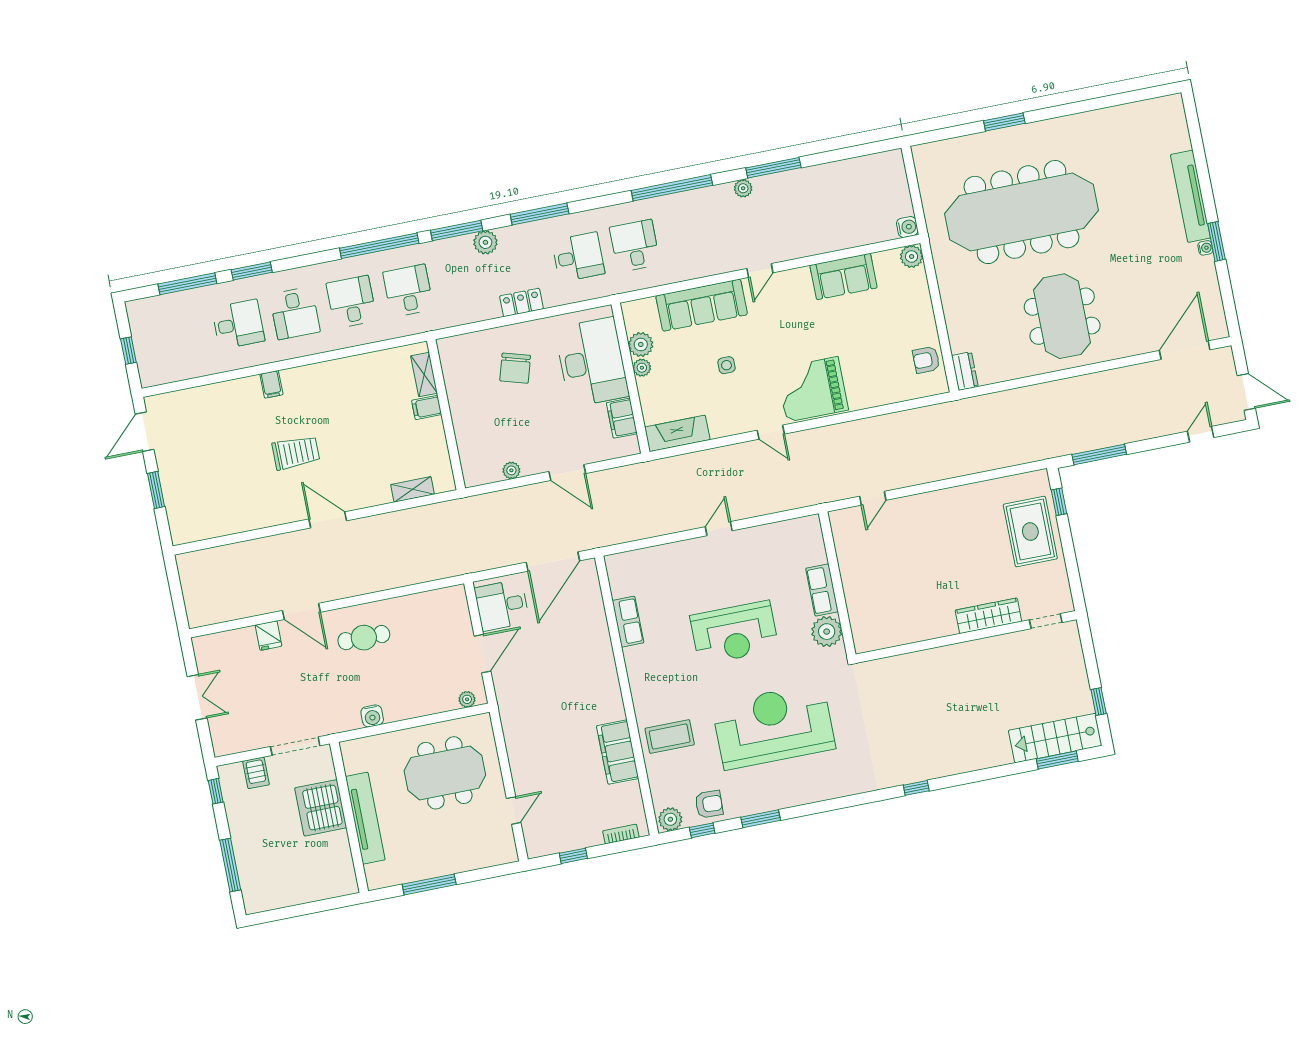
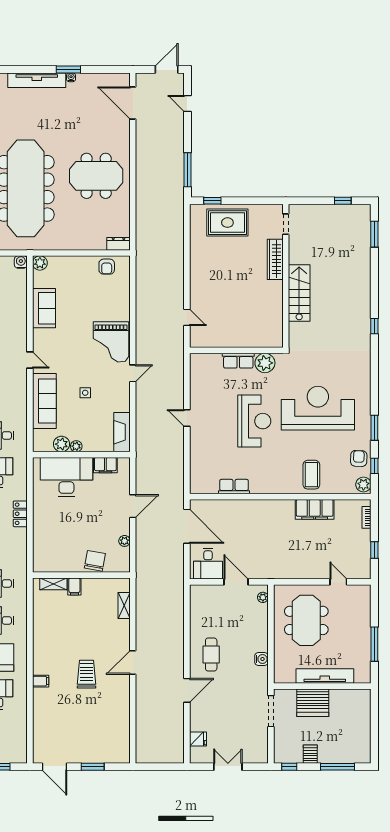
chair: (515, 368) -> (95, 561), moved, turned -96
fridge: (268, 636) -> (198, 739), moved
reception desk: (774, 726) -> (318, 408), turned 90
stairs: (1055, 738) -> (299, 293), moved, turned 180
server rack: (256, 773) -> (310, 754), moved, turned -90

